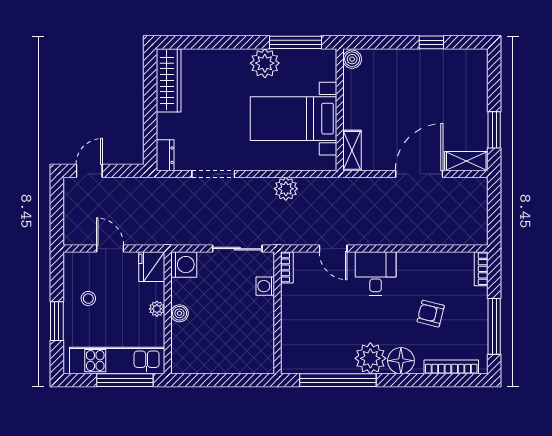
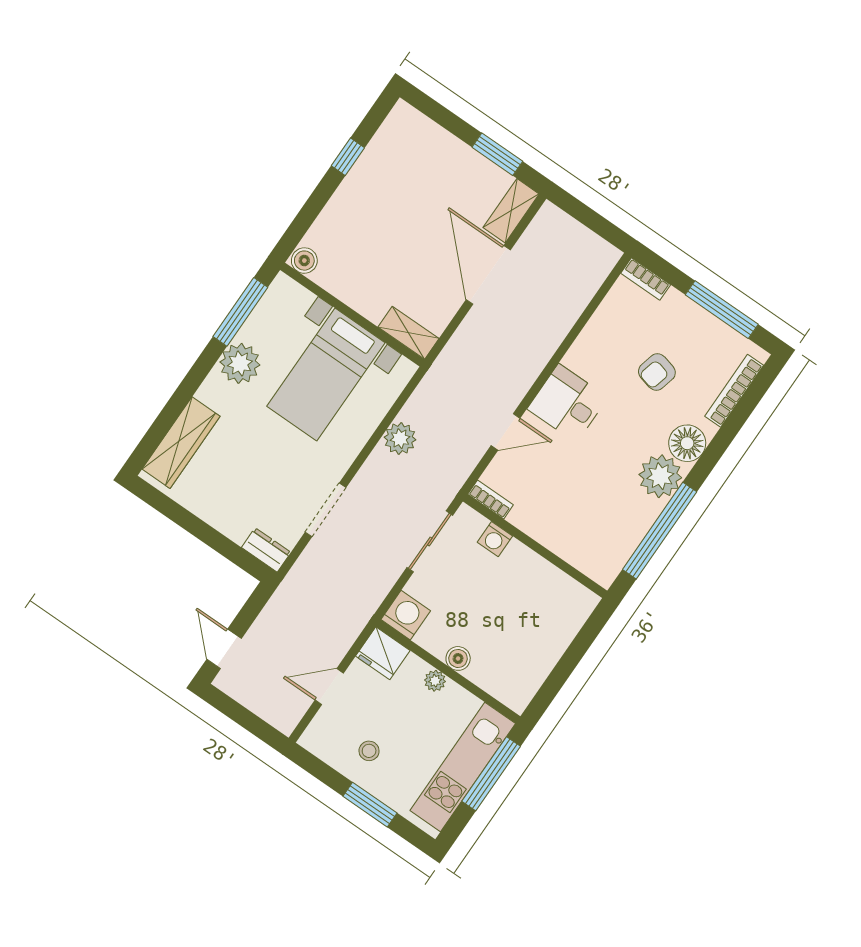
wardrobe: (169, 80) -> (181, 443), moved, turned 90

